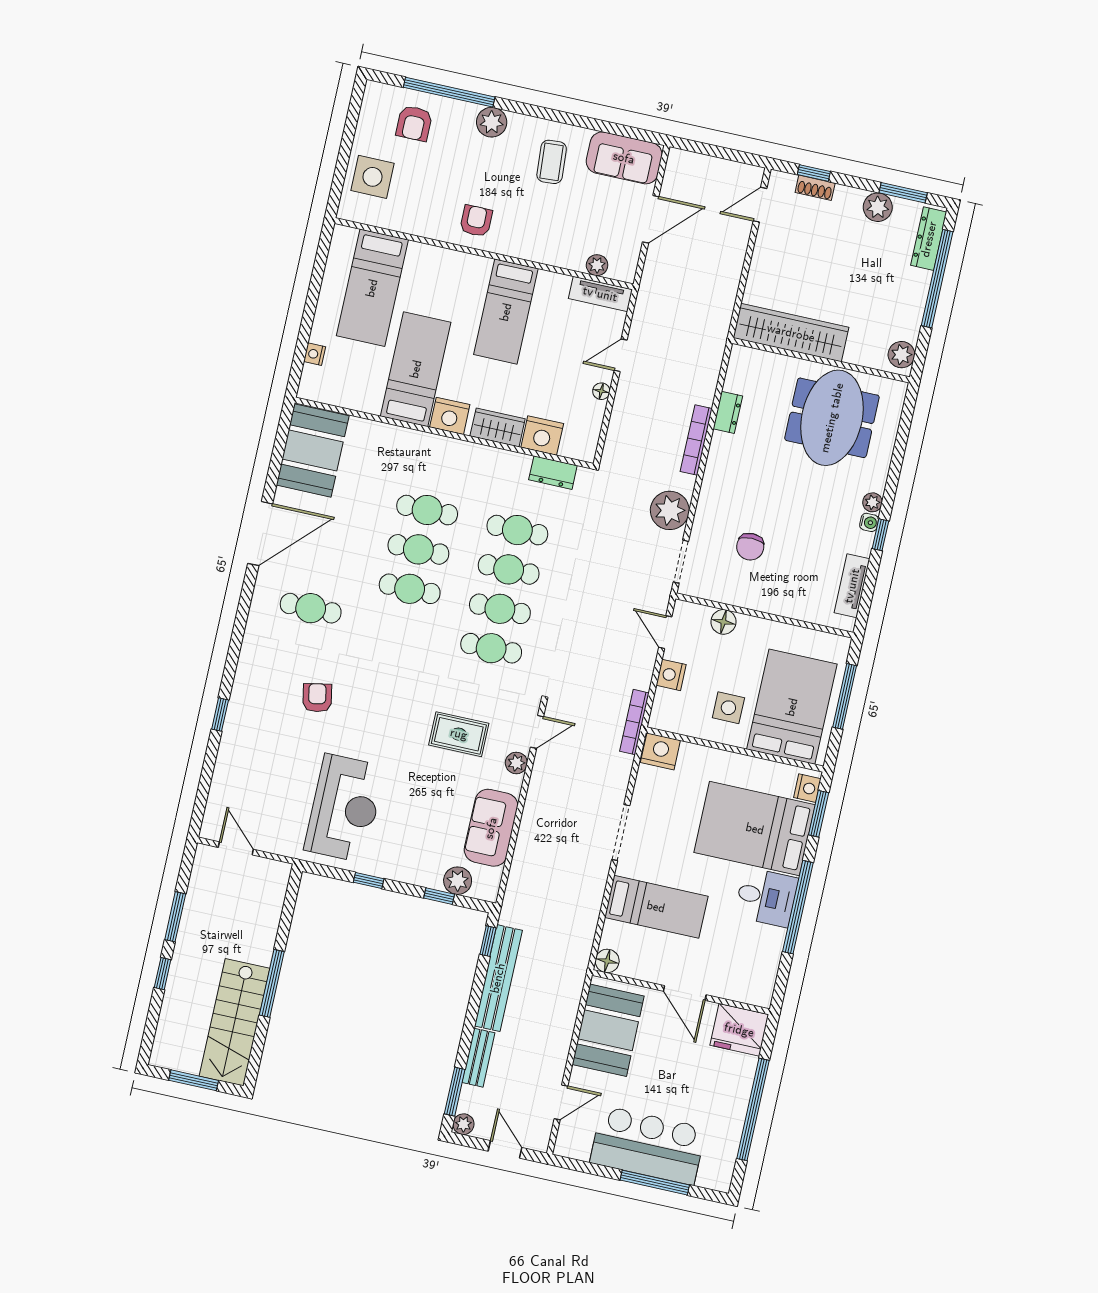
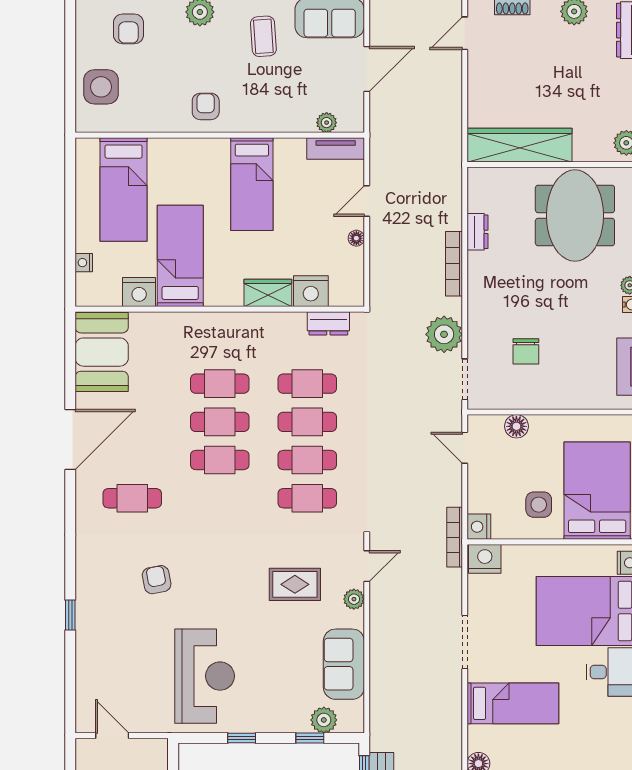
nightstand: (450, 416) -> (139, 292), moved
nightstand: (671, 675) -> (479, 527), moved

